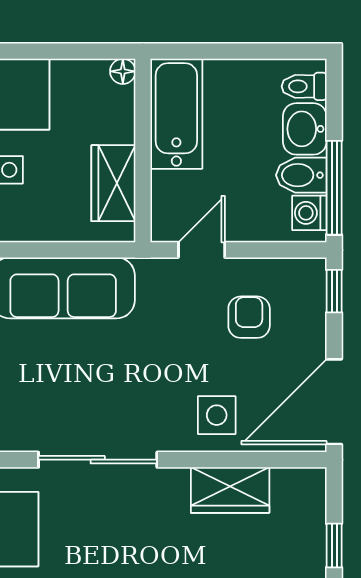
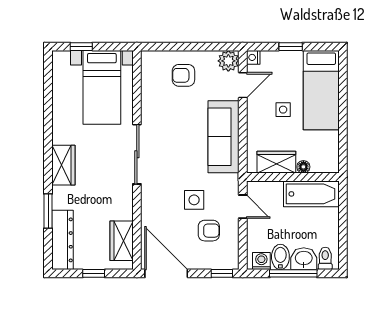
floor lamp: (123, 71) -> (303, 167), moved
window: (334, 188) -> (293, 273), moved
side table: (217, 415) -> (194, 200), moved
wardrobe: (230, 490) -> (122, 241), moved

